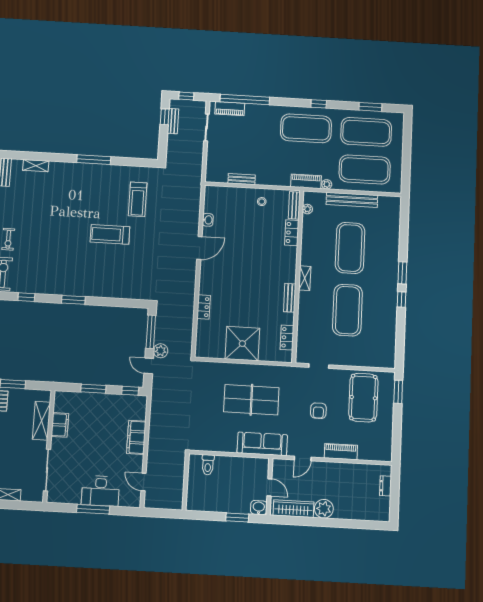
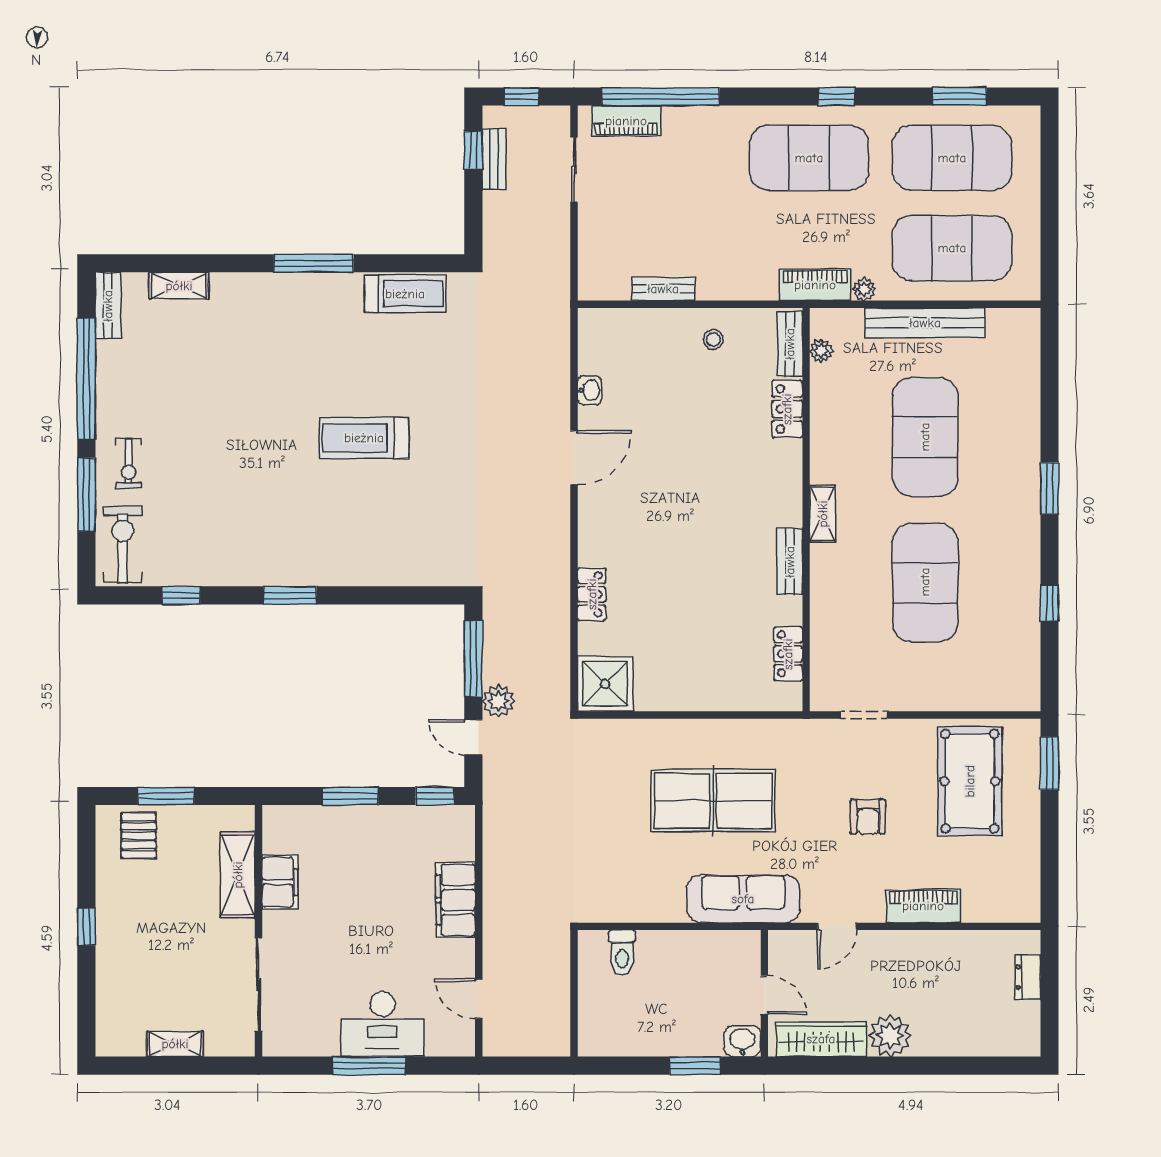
treadmill: (138, 199) -> (405, 294), moved, turned -90
window: (401, 299) -> (1050, 603), moved
shower: (242, 344) -> (605, 684), moved, width x0.73, depth x0.73

